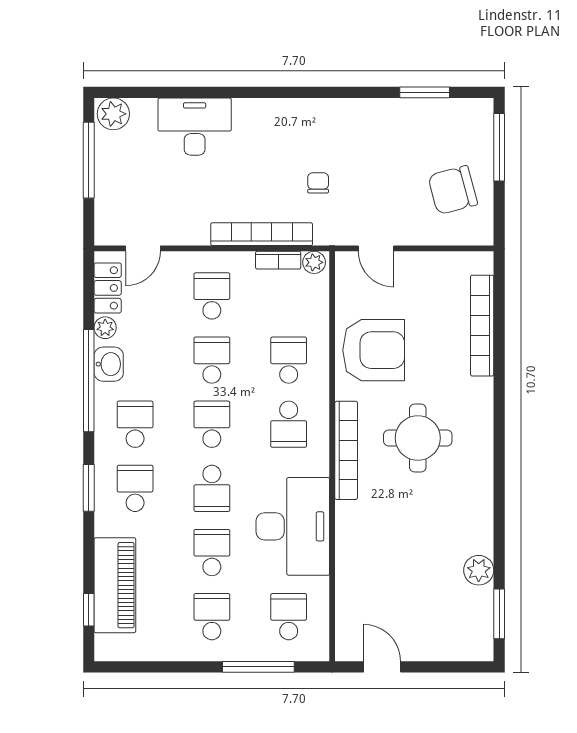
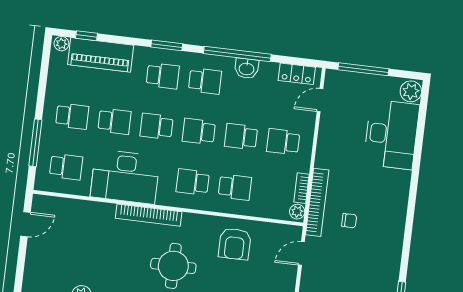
desk: (195, 127) -> (391, 134), width x1.36, depth x1.30
window: (89, 160) -> (363, 69), moved
bookcase: (262, 234) -> (317, 202), moved
door: (143, 248) -> (320, 100), hinge flipped
school desk: (212, 296) -> (283, 142), turned 180
plant: (105, 328) -> (61, 44), moved
armchair: (374, 350) -> (235, 244), width x0.73, depth x0.73
school desk: (212, 360) -> (241, 137), turned 180
school desk: (212, 424) -> (199, 131), turned 180
bookcase: (346, 450) -> (149, 215), moved

